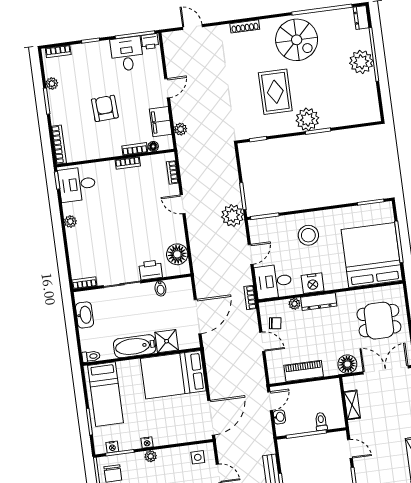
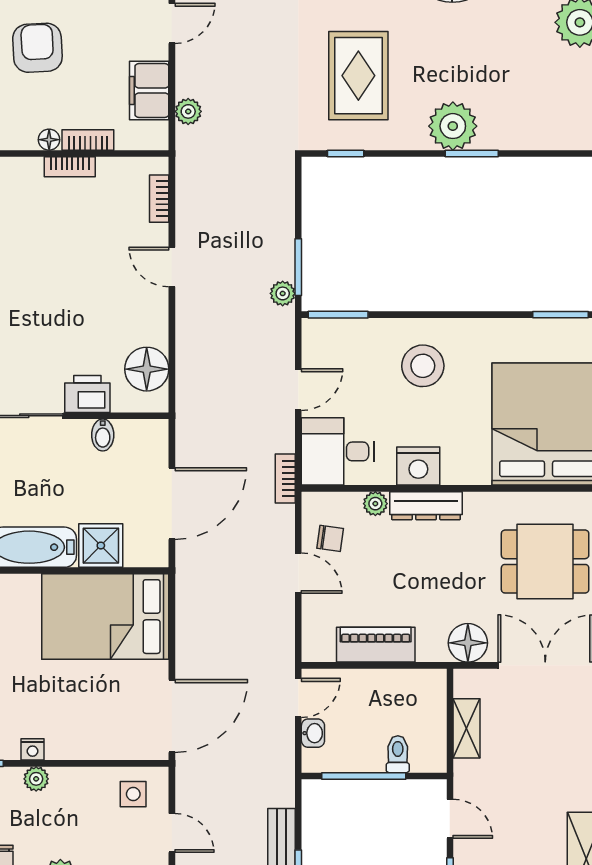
rug: (275, 92) -> (358, 76), moved
floor lamp: (153, 146) -> (49, 140), moved
plant: (233, 216) -> (283, 293), width x0.53, depth x0.53

